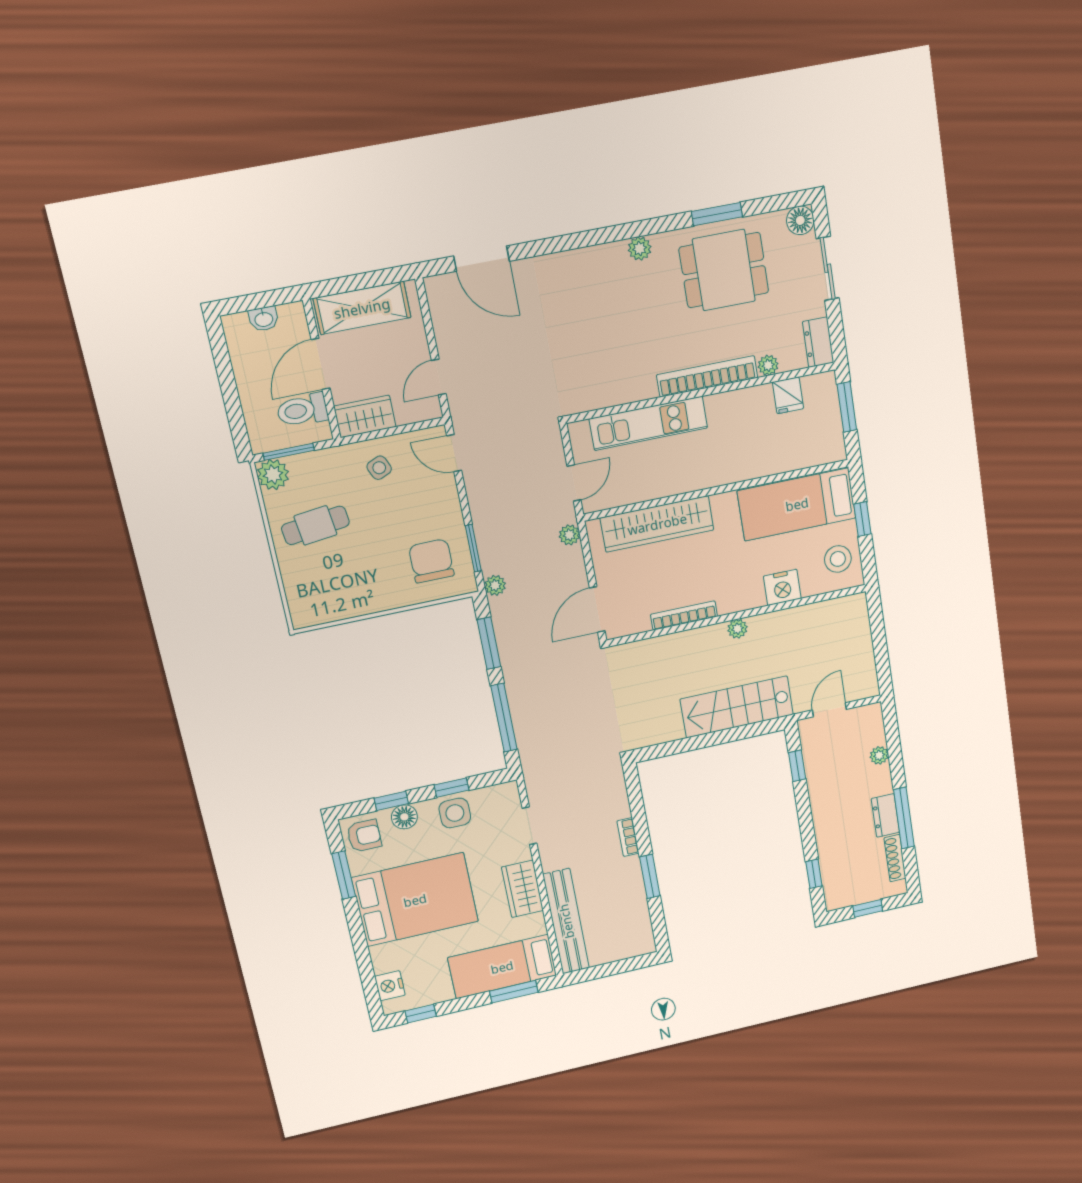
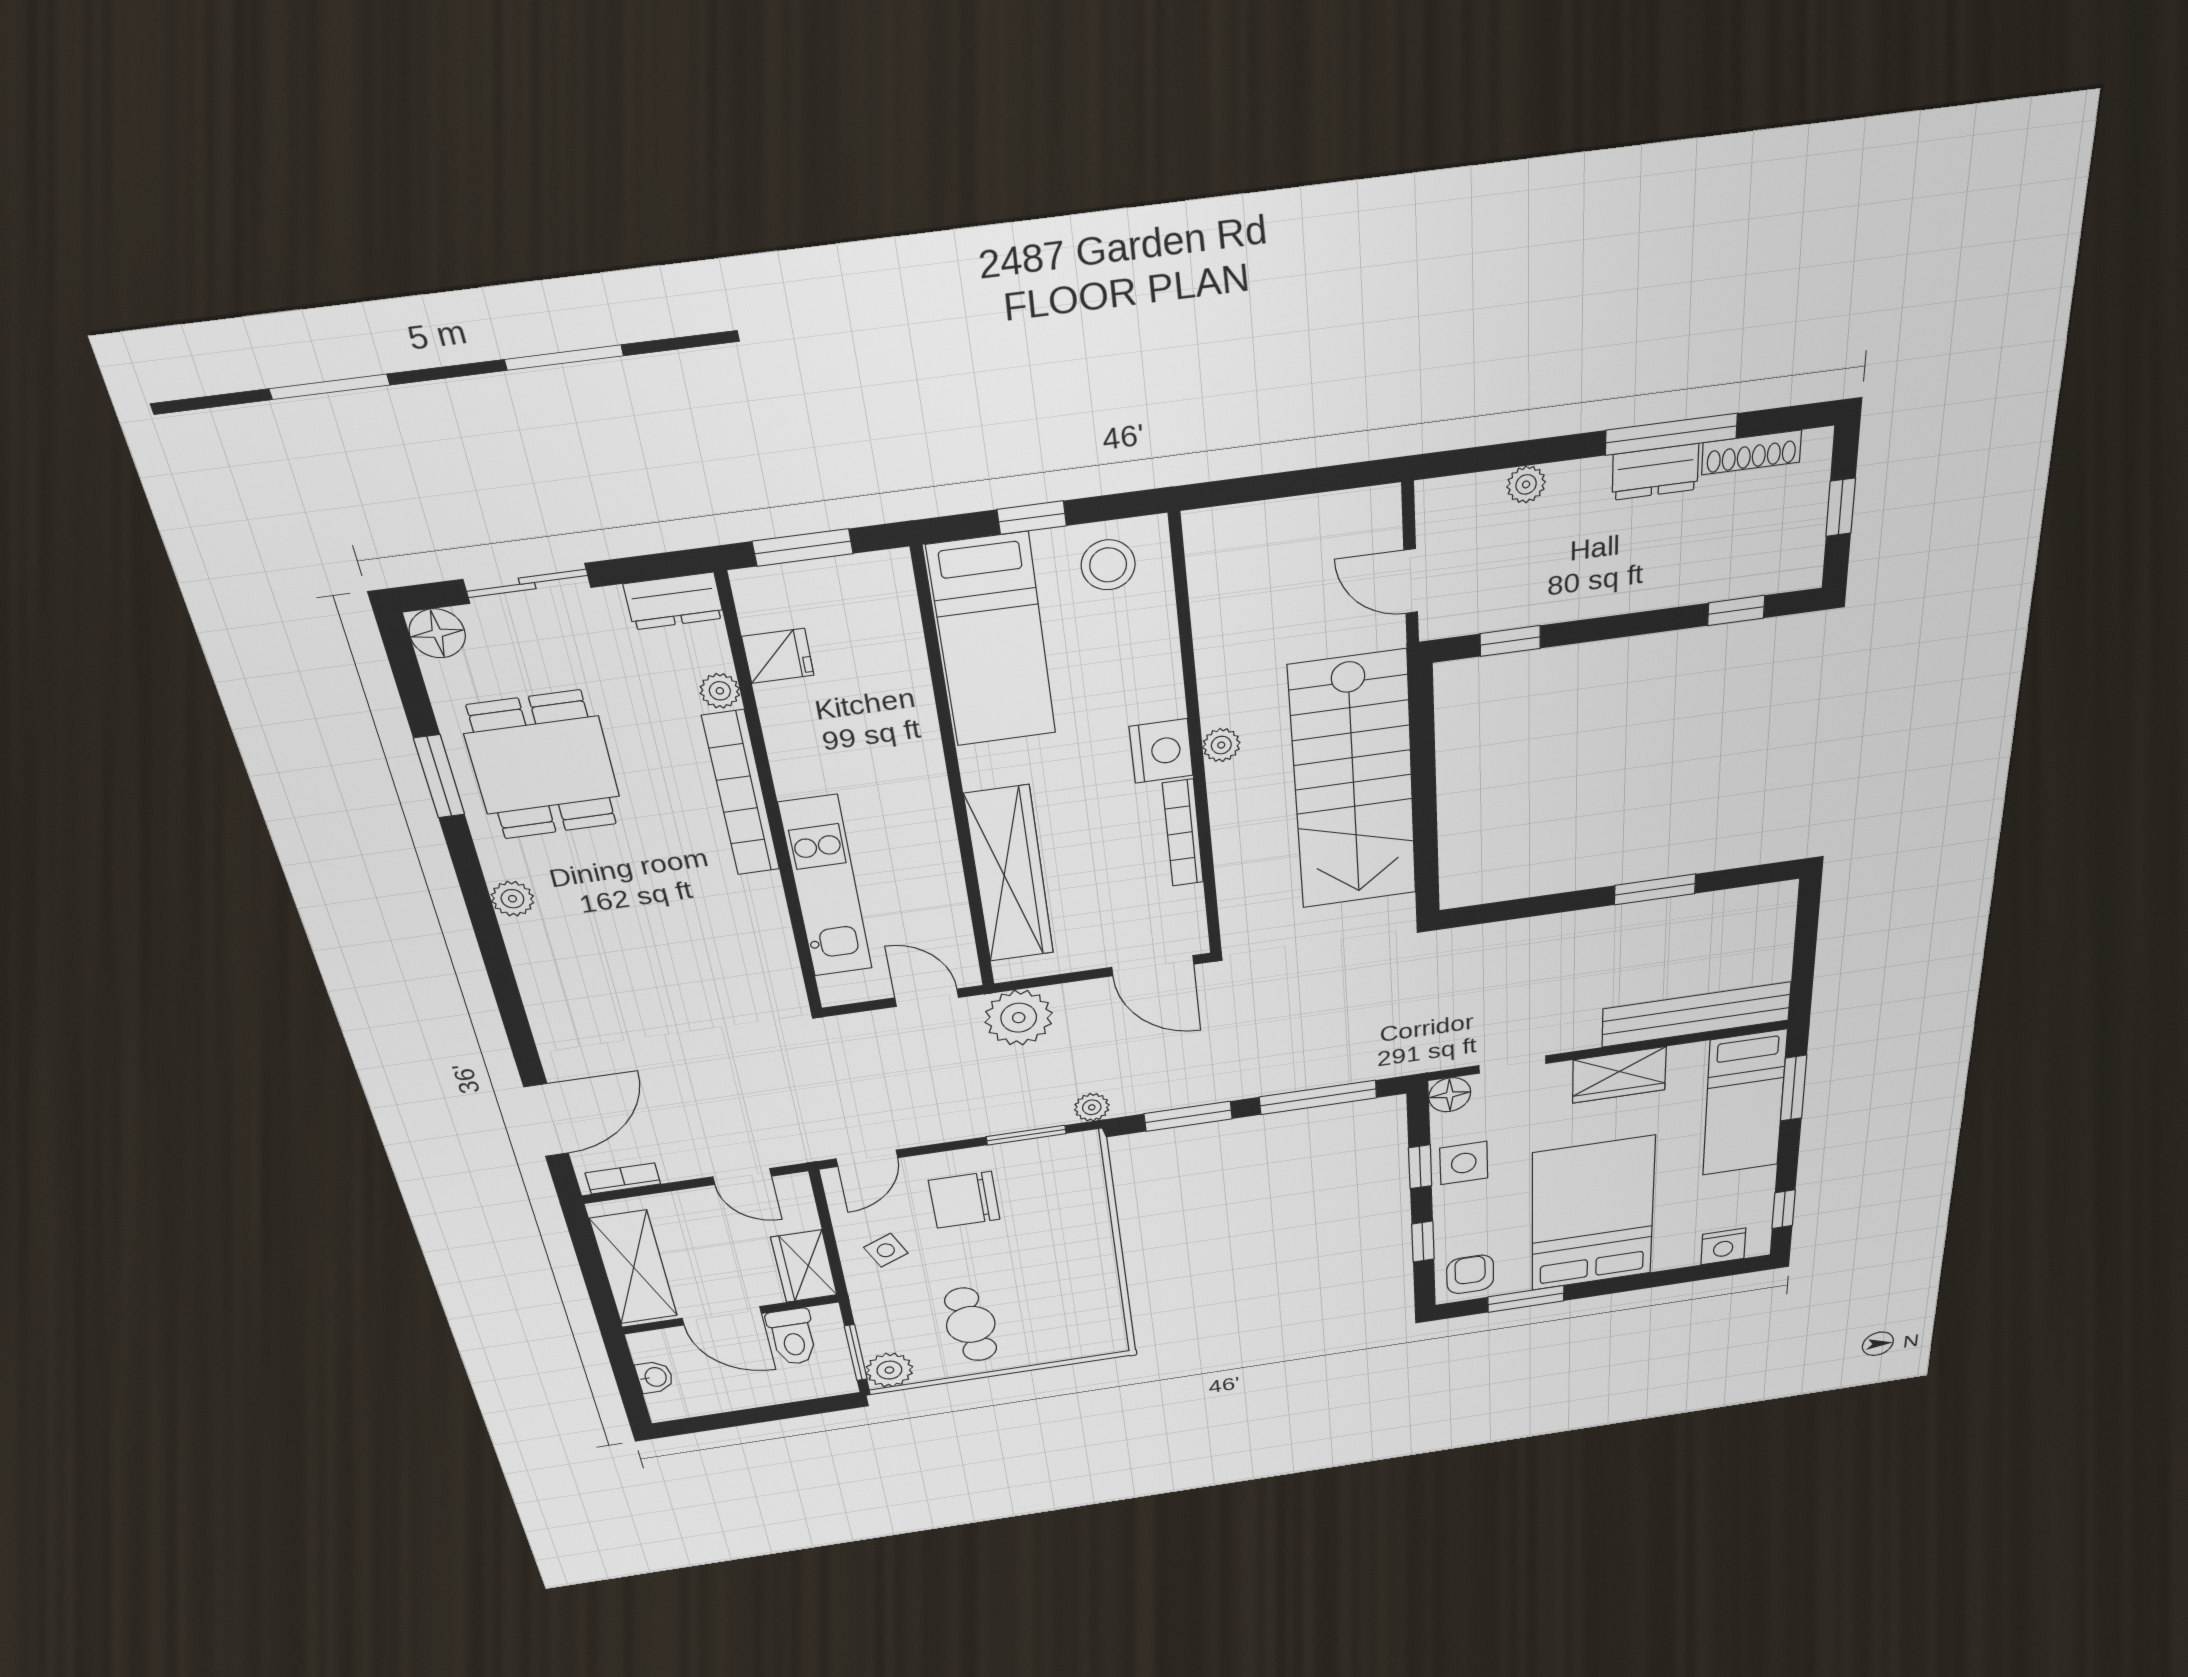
plant: (569, 535) -> (1019, 1018), width x1.88, depth x1.88
chair: (431, 561) -> (964, 1200), moved
nightstand: (782, 587) -> (1161, 751), moved
stairs: (737, 707) -> (1353, 782), width x1.36, depth x1.51
floor lamp: (404, 817) -> (1450, 1095), moved
bookcase: (628, 837) -> (623, 1178), moved, turned 180

